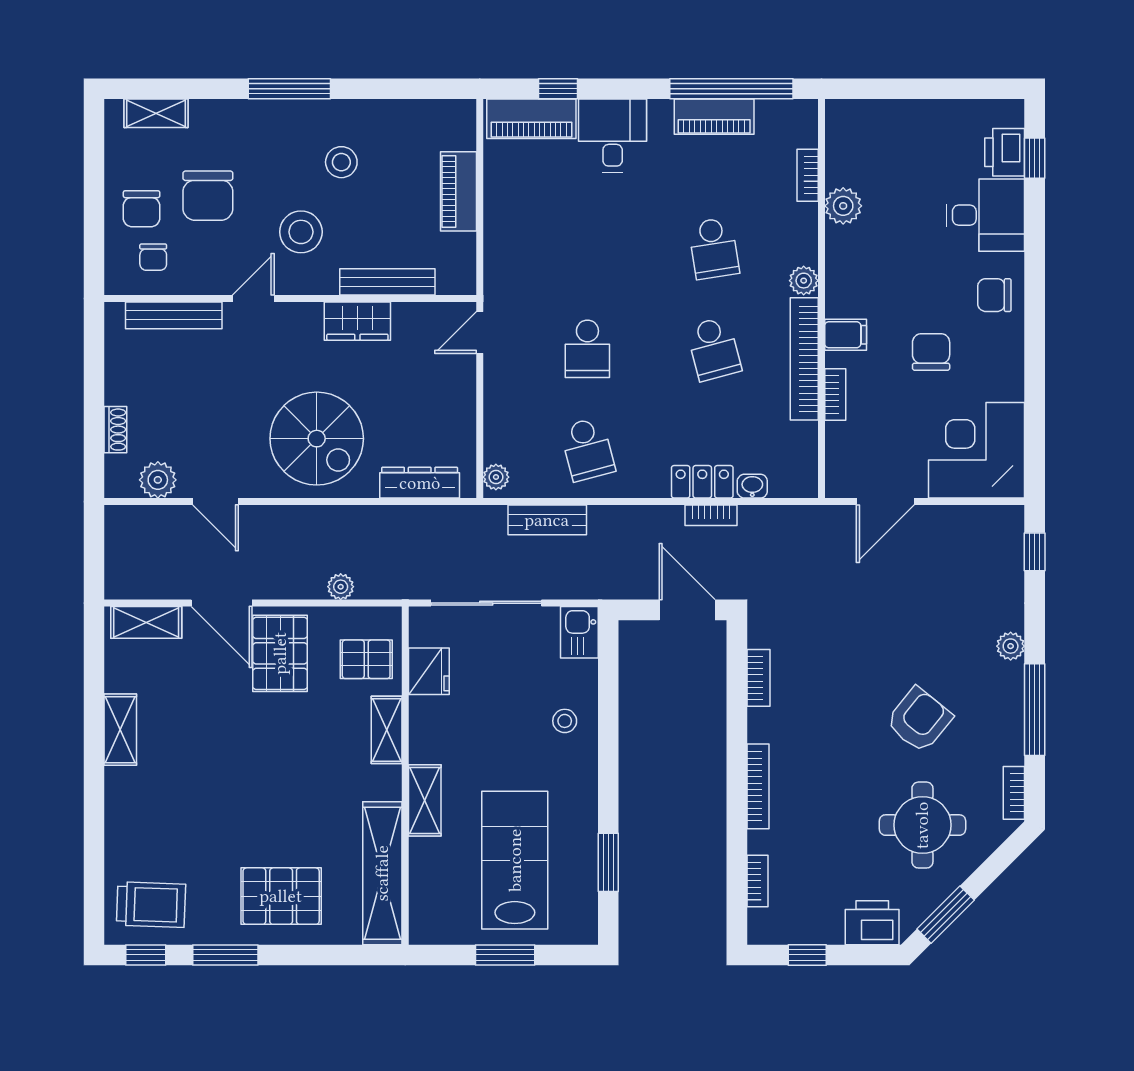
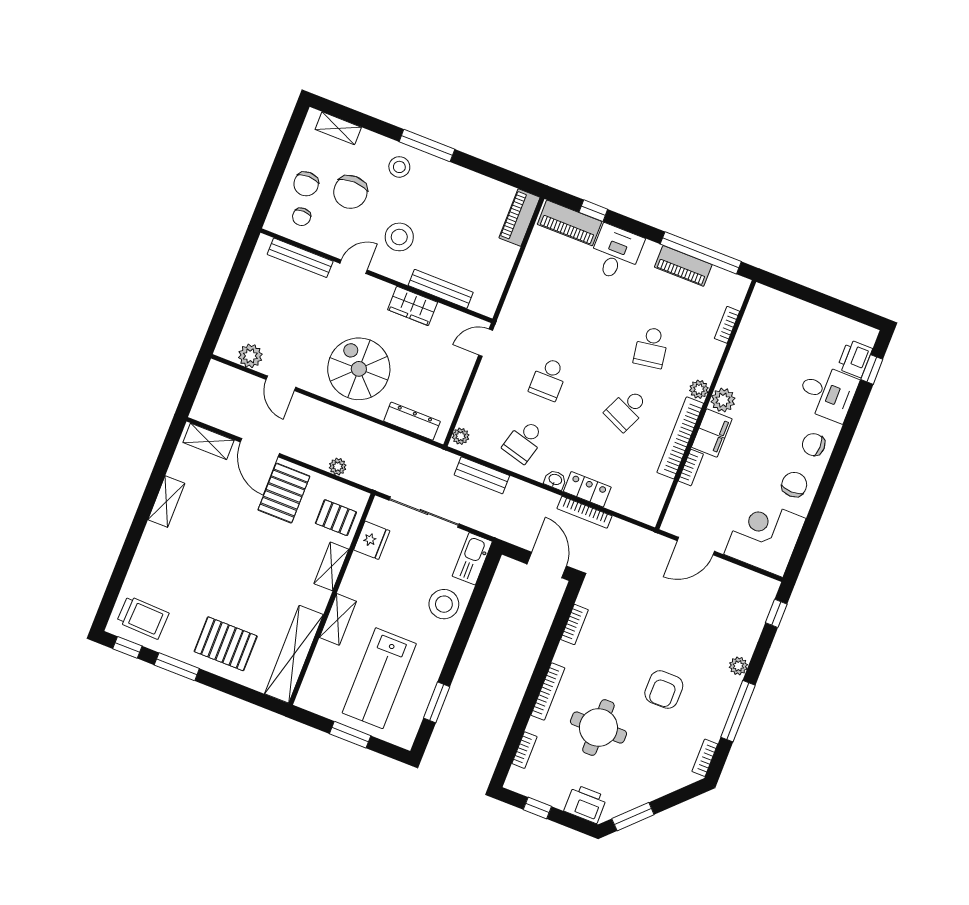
stool: (341, 162) -> (399, 167), moved
piano: (459, 191) -> (520, 218), moved
plant: (843, 206) -> (723, 400), moved
filing cabinet: (846, 335) -> (712, 433), width x2.00
school desk: (714, 349) -> (627, 410), turned 39
chair: (931, 352) -> (794, 485), moved
shoe rack: (115, 430) -> (236, 314), removed
spiral stairs: (317, 439) -> (359, 369), turned 180
school desk: (587, 449) -> (524, 441), turned 30
washbasin: (752, 486) -> (555, 480), moved
bookcase: (711, 515) -> (584, 512), width x1.56
kitchen sink: (579, 632) -> (472, 559), width x1.38
armchair: (919, 720) -> (664, 690), turned 141
stool: (565, 721) -> (444, 604), width x1.89, depth x1.89
round table: (922, 825) -> (598, 728), moved
lab bench: (515, 860) -> (379, 678), turned 180

